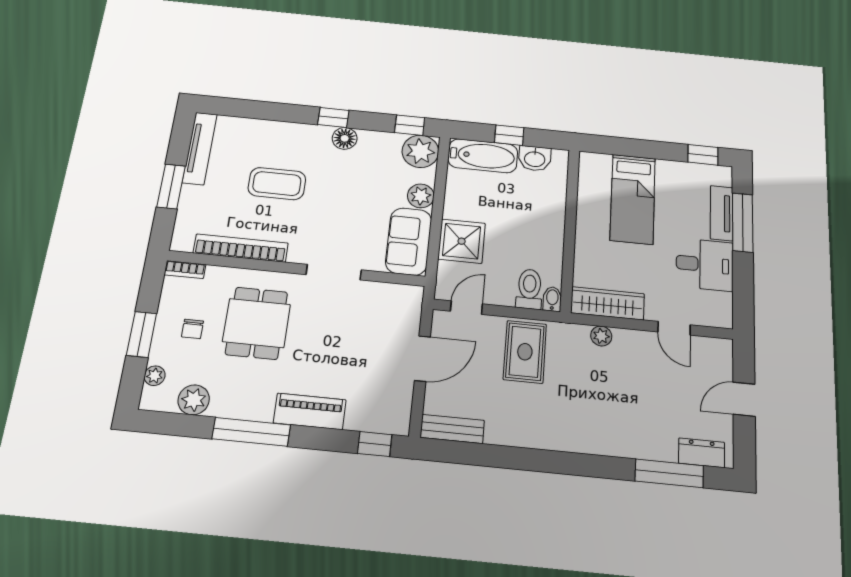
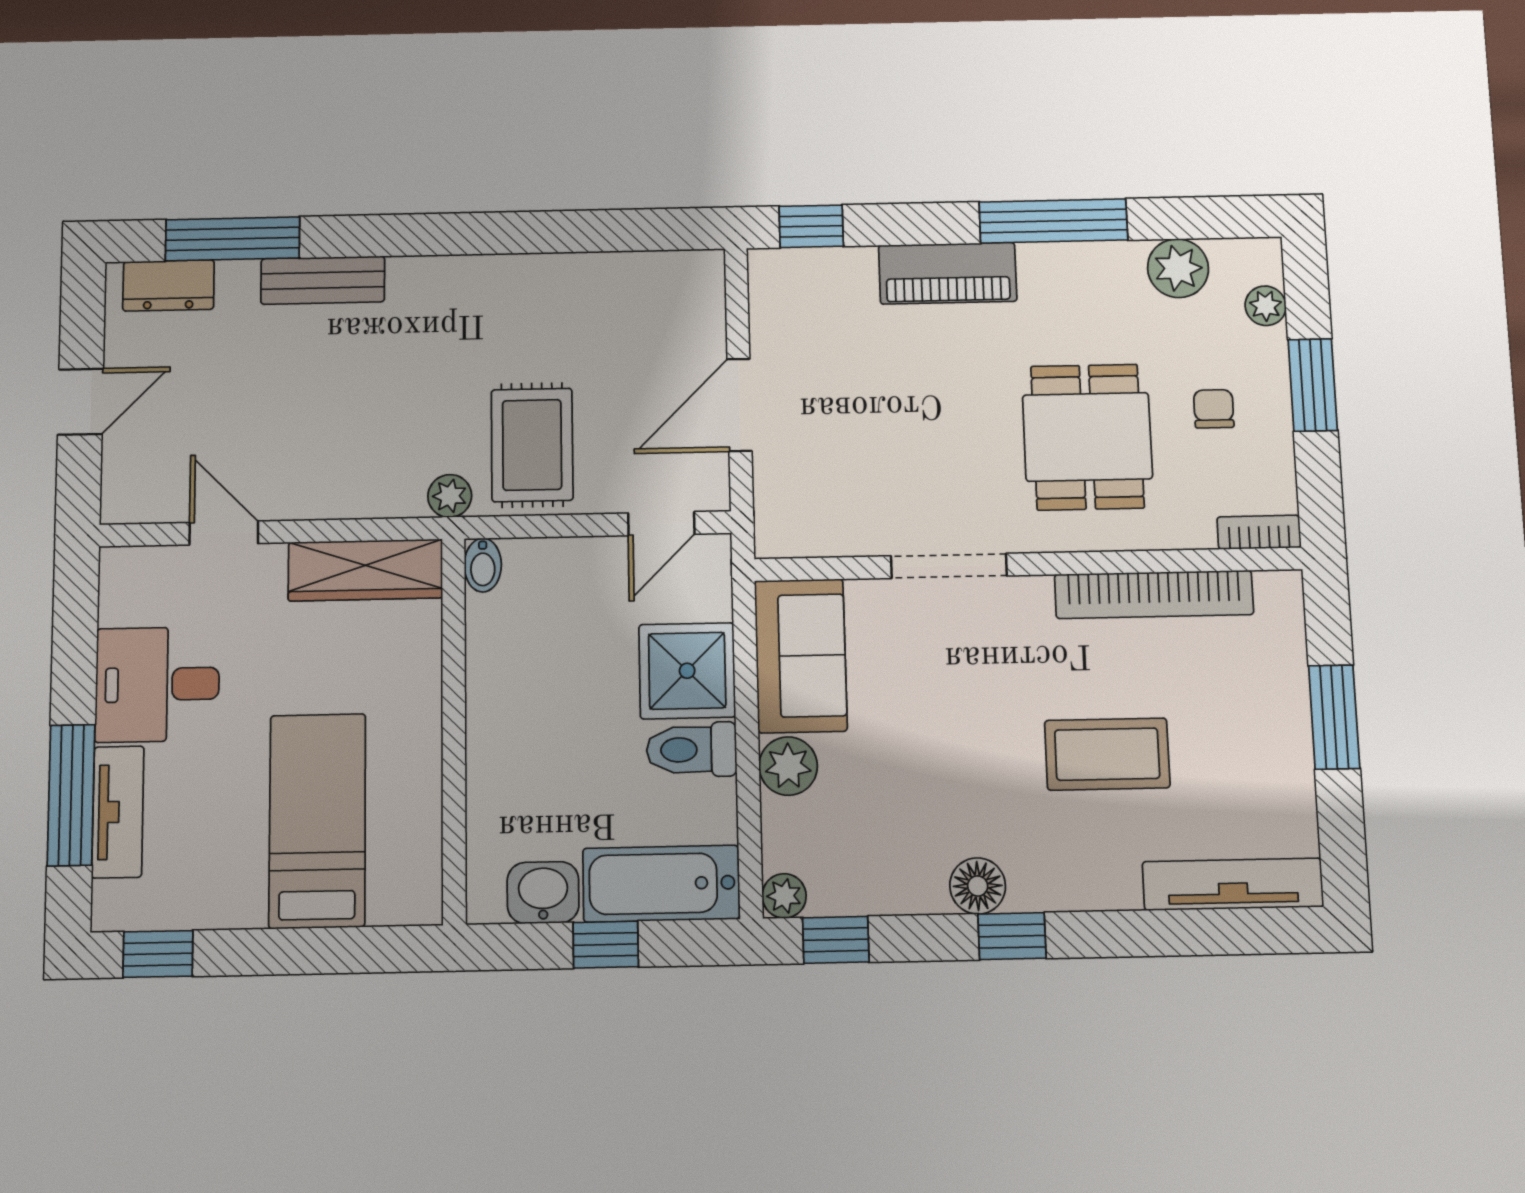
tv unit: (200, 148) -> (1233, 884), moved, turned 90
plant: (420, 151) -> (784, 896), width x0.53, depth x0.53
toilet: (529, 289) -> (691, 750), moved, turned 90
plant: (601, 336) -> (450, 496), moved
bench: (452, 429) -> (323, 280), moved

